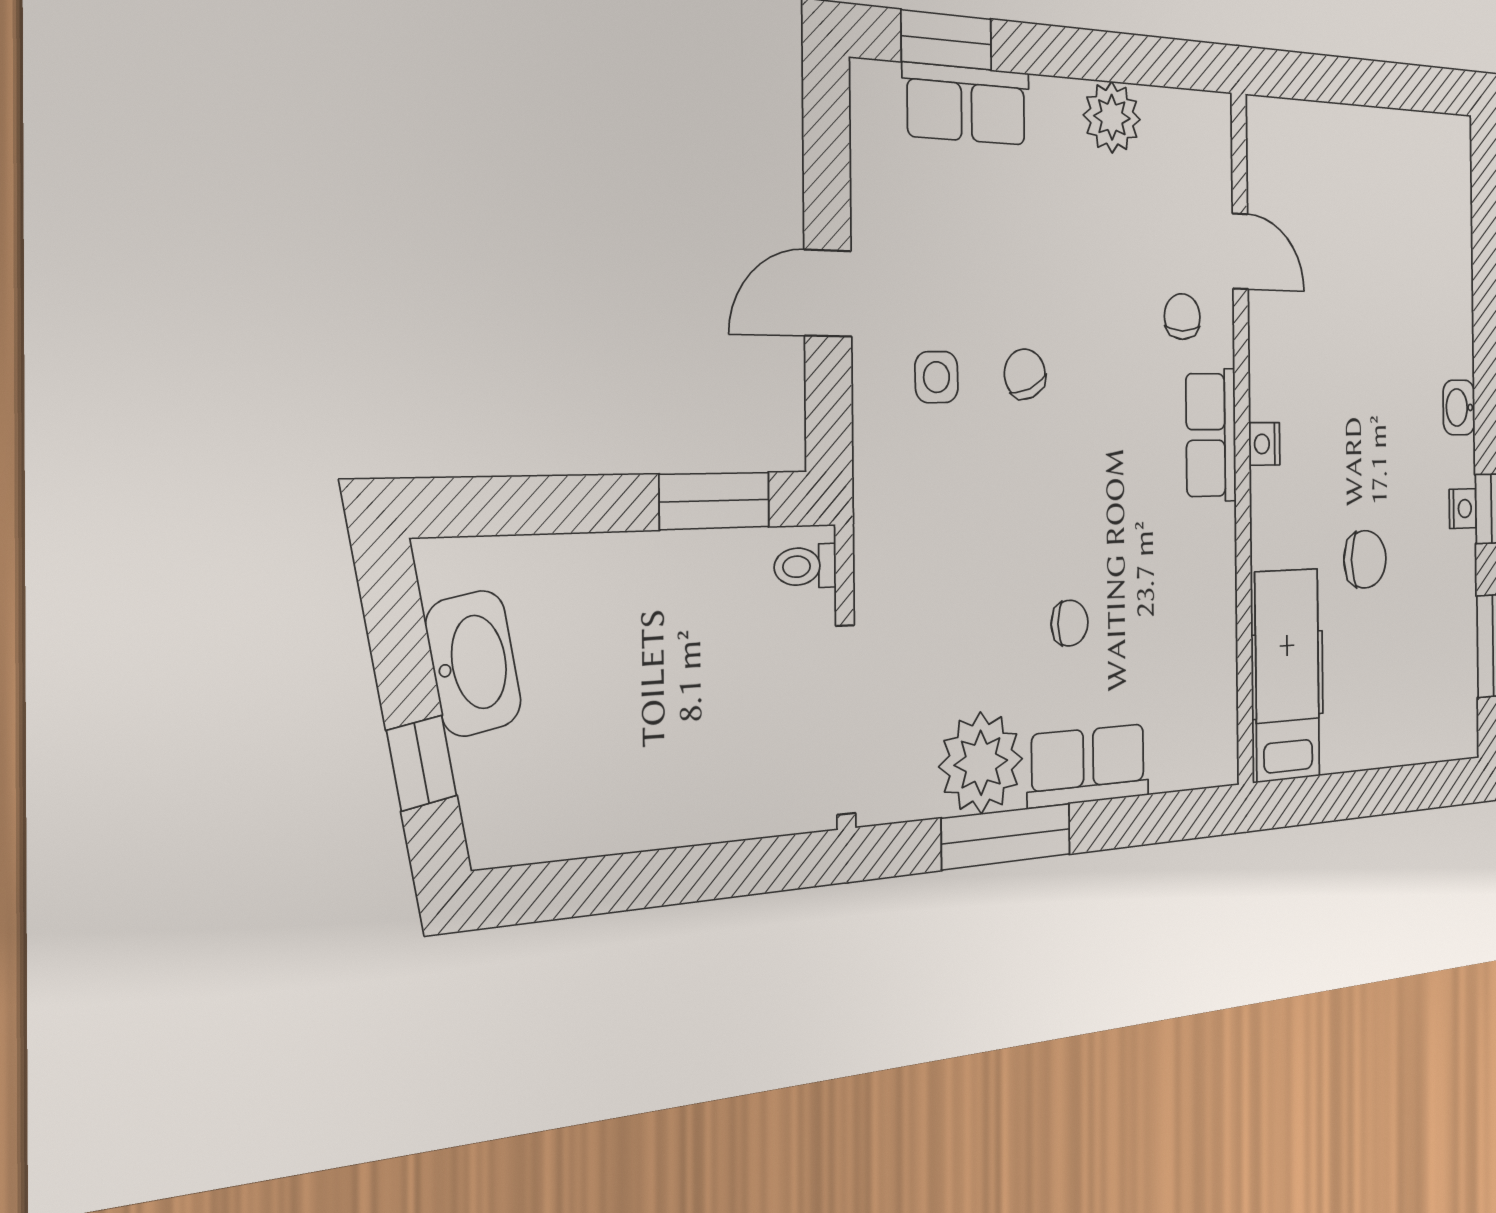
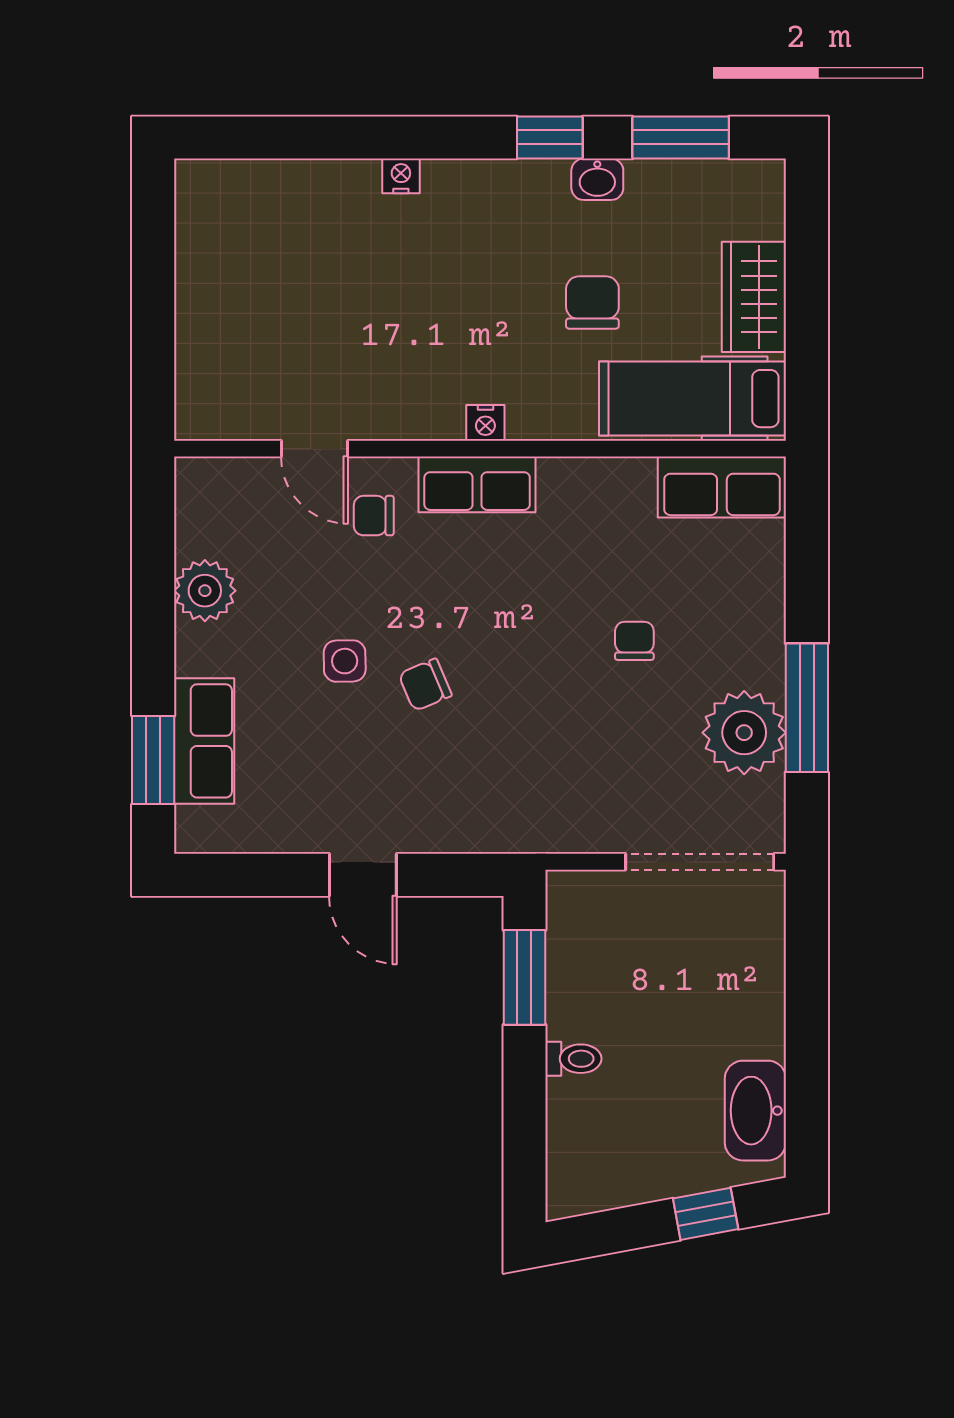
door: (1240, 251) -> (314, 449), swing flipped
side table: (937, 377) -> (345, 661), moved
washbasin: (1459, 407) -> (597, 179), moved
nightstand: (1463, 509) -> (401, 176), moved
toilet: (805, 566) -> (573, 1059), moved, turned -90
washbasin: (474, 663) -> (755, 1111), moved, turned -79
wardrobe: (1371, 735) -> (754, 297), added
row of seats: (1088, 765) -> (722, 487), moved, turned -90

